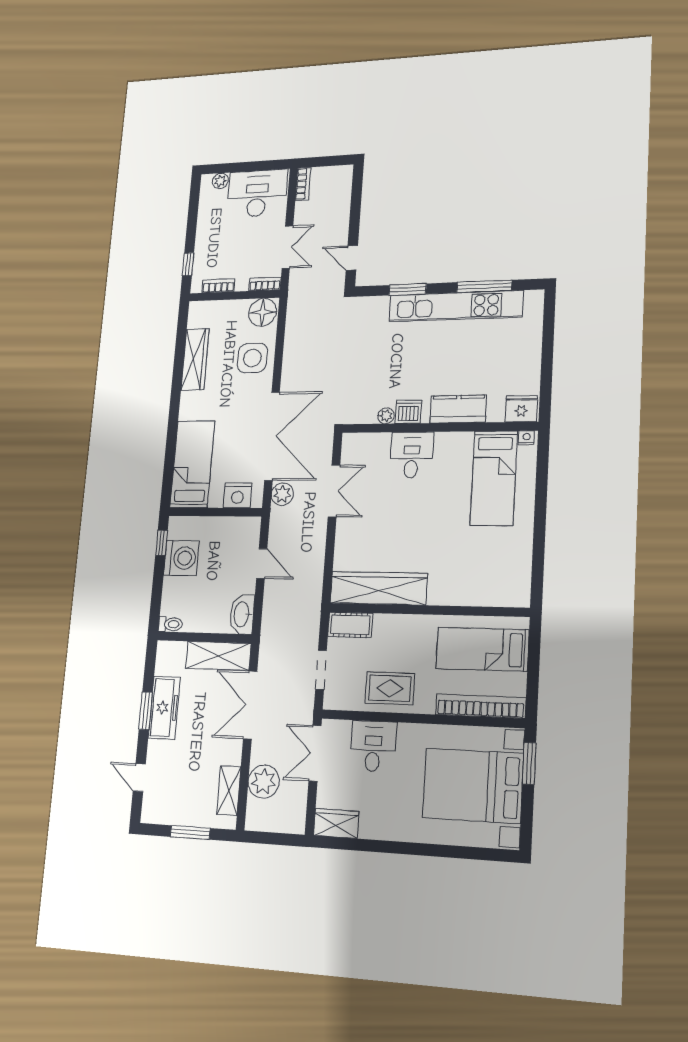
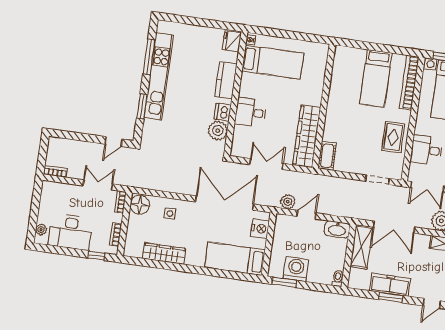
desk: (257, 193) -> (70, 232), moved, turned -90
side table: (252, 358) -> (170, 214), width x0.54, depth x0.54
plant: (386, 416) -> (218, 131), width x1.88, depth x1.88
plant: (282, 494) -> (288, 202), moved
window: (162, 543) -> (284, 282), width x1.50
wardrobe: (378, 588) -> (307, 136), moved
wall: (428, 610) -> (324, 106), moved
cot: (350, 625) -> (327, 156), moved

